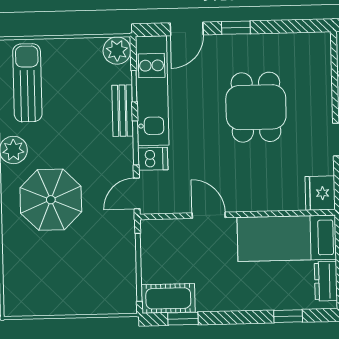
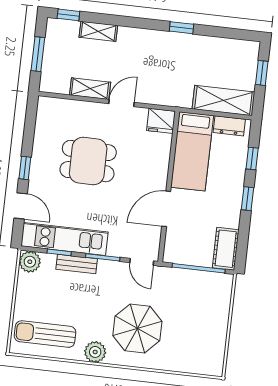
dishwasher: (153, 159) -> (117, 246), removed
door: (209, 215) -> (166, 209), width x1.38
window: (183, 319) -> (248, 199), moved

